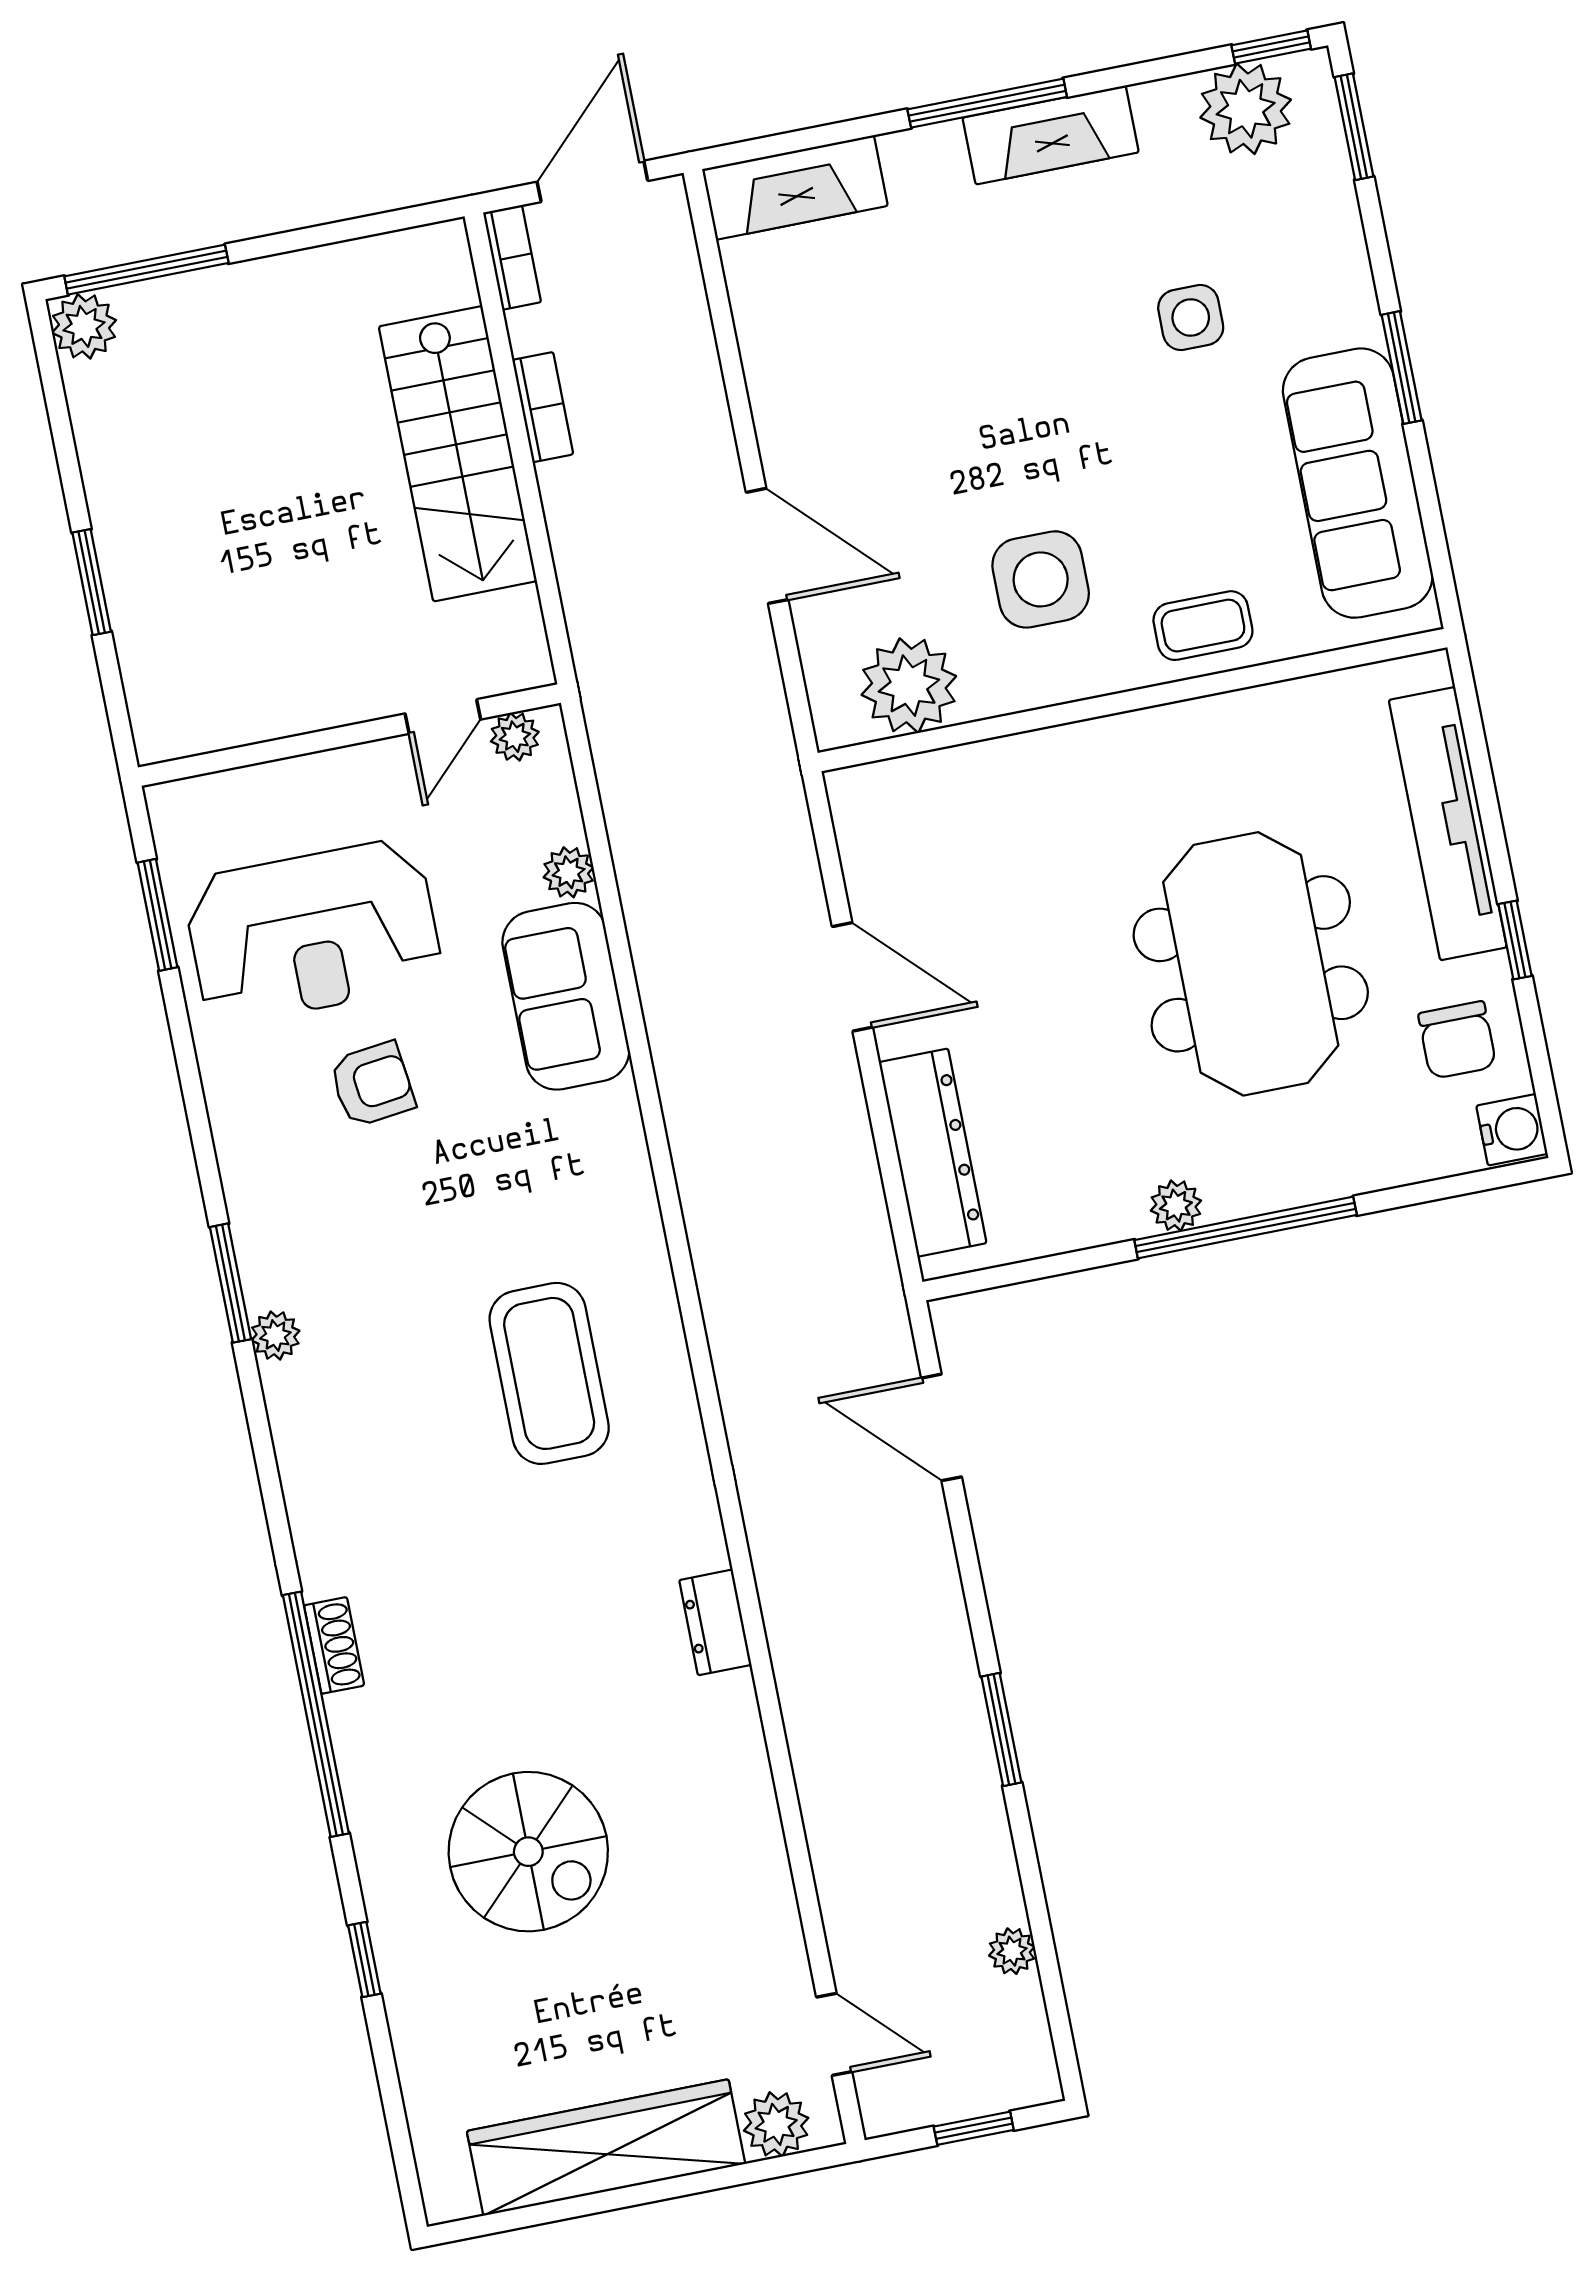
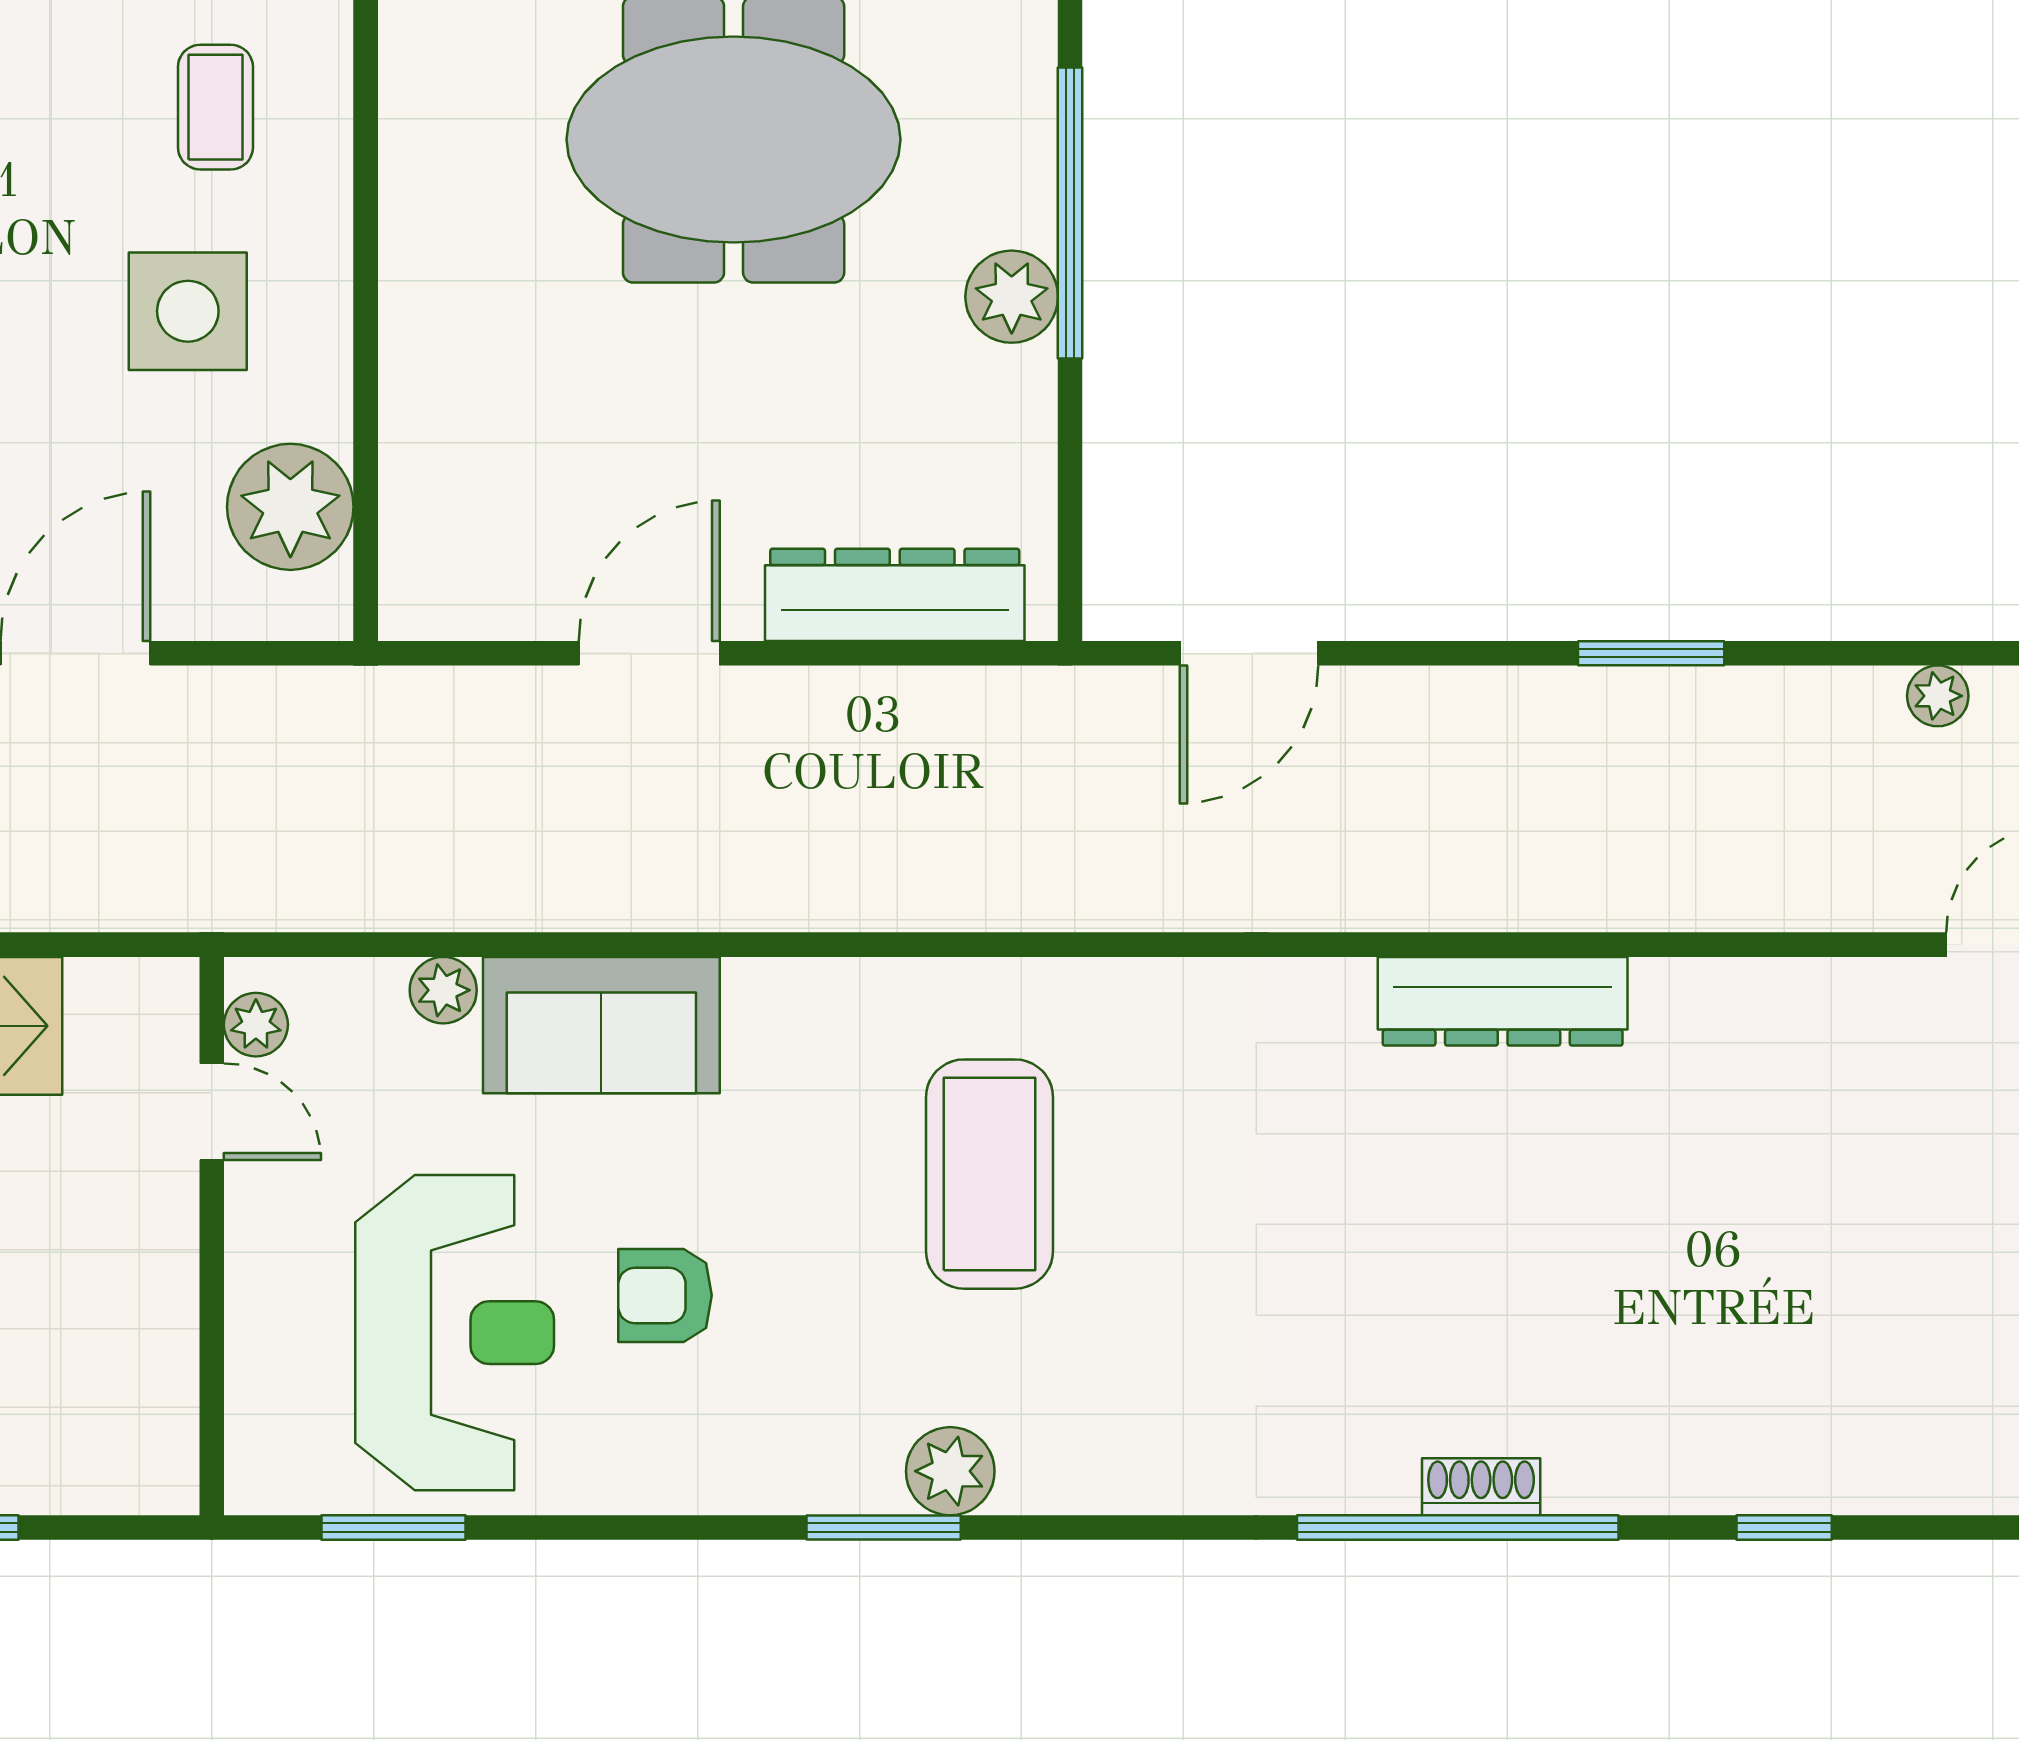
coffee table: (1203, 626) -> (215, 107), moved
armchair: (372, 1084) -> (665, 1295), turned -83
plant: (1176, 1206) -> (1012, 297), width x1.38, depth x1.38
plant: (275, 1336) -> (950, 1471), width x1.38, depth x1.38
coffee table: (549, 1373) -> (990, 1174), moved, turned 90
dresser: (715, 1622) -> (1503, 1001), width x1.96, depth x1.24
shoe rack: (334, 1645) -> (1481, 1487), moved
spiral stairs: (528, 1852) -> (1688, 1290), removed

